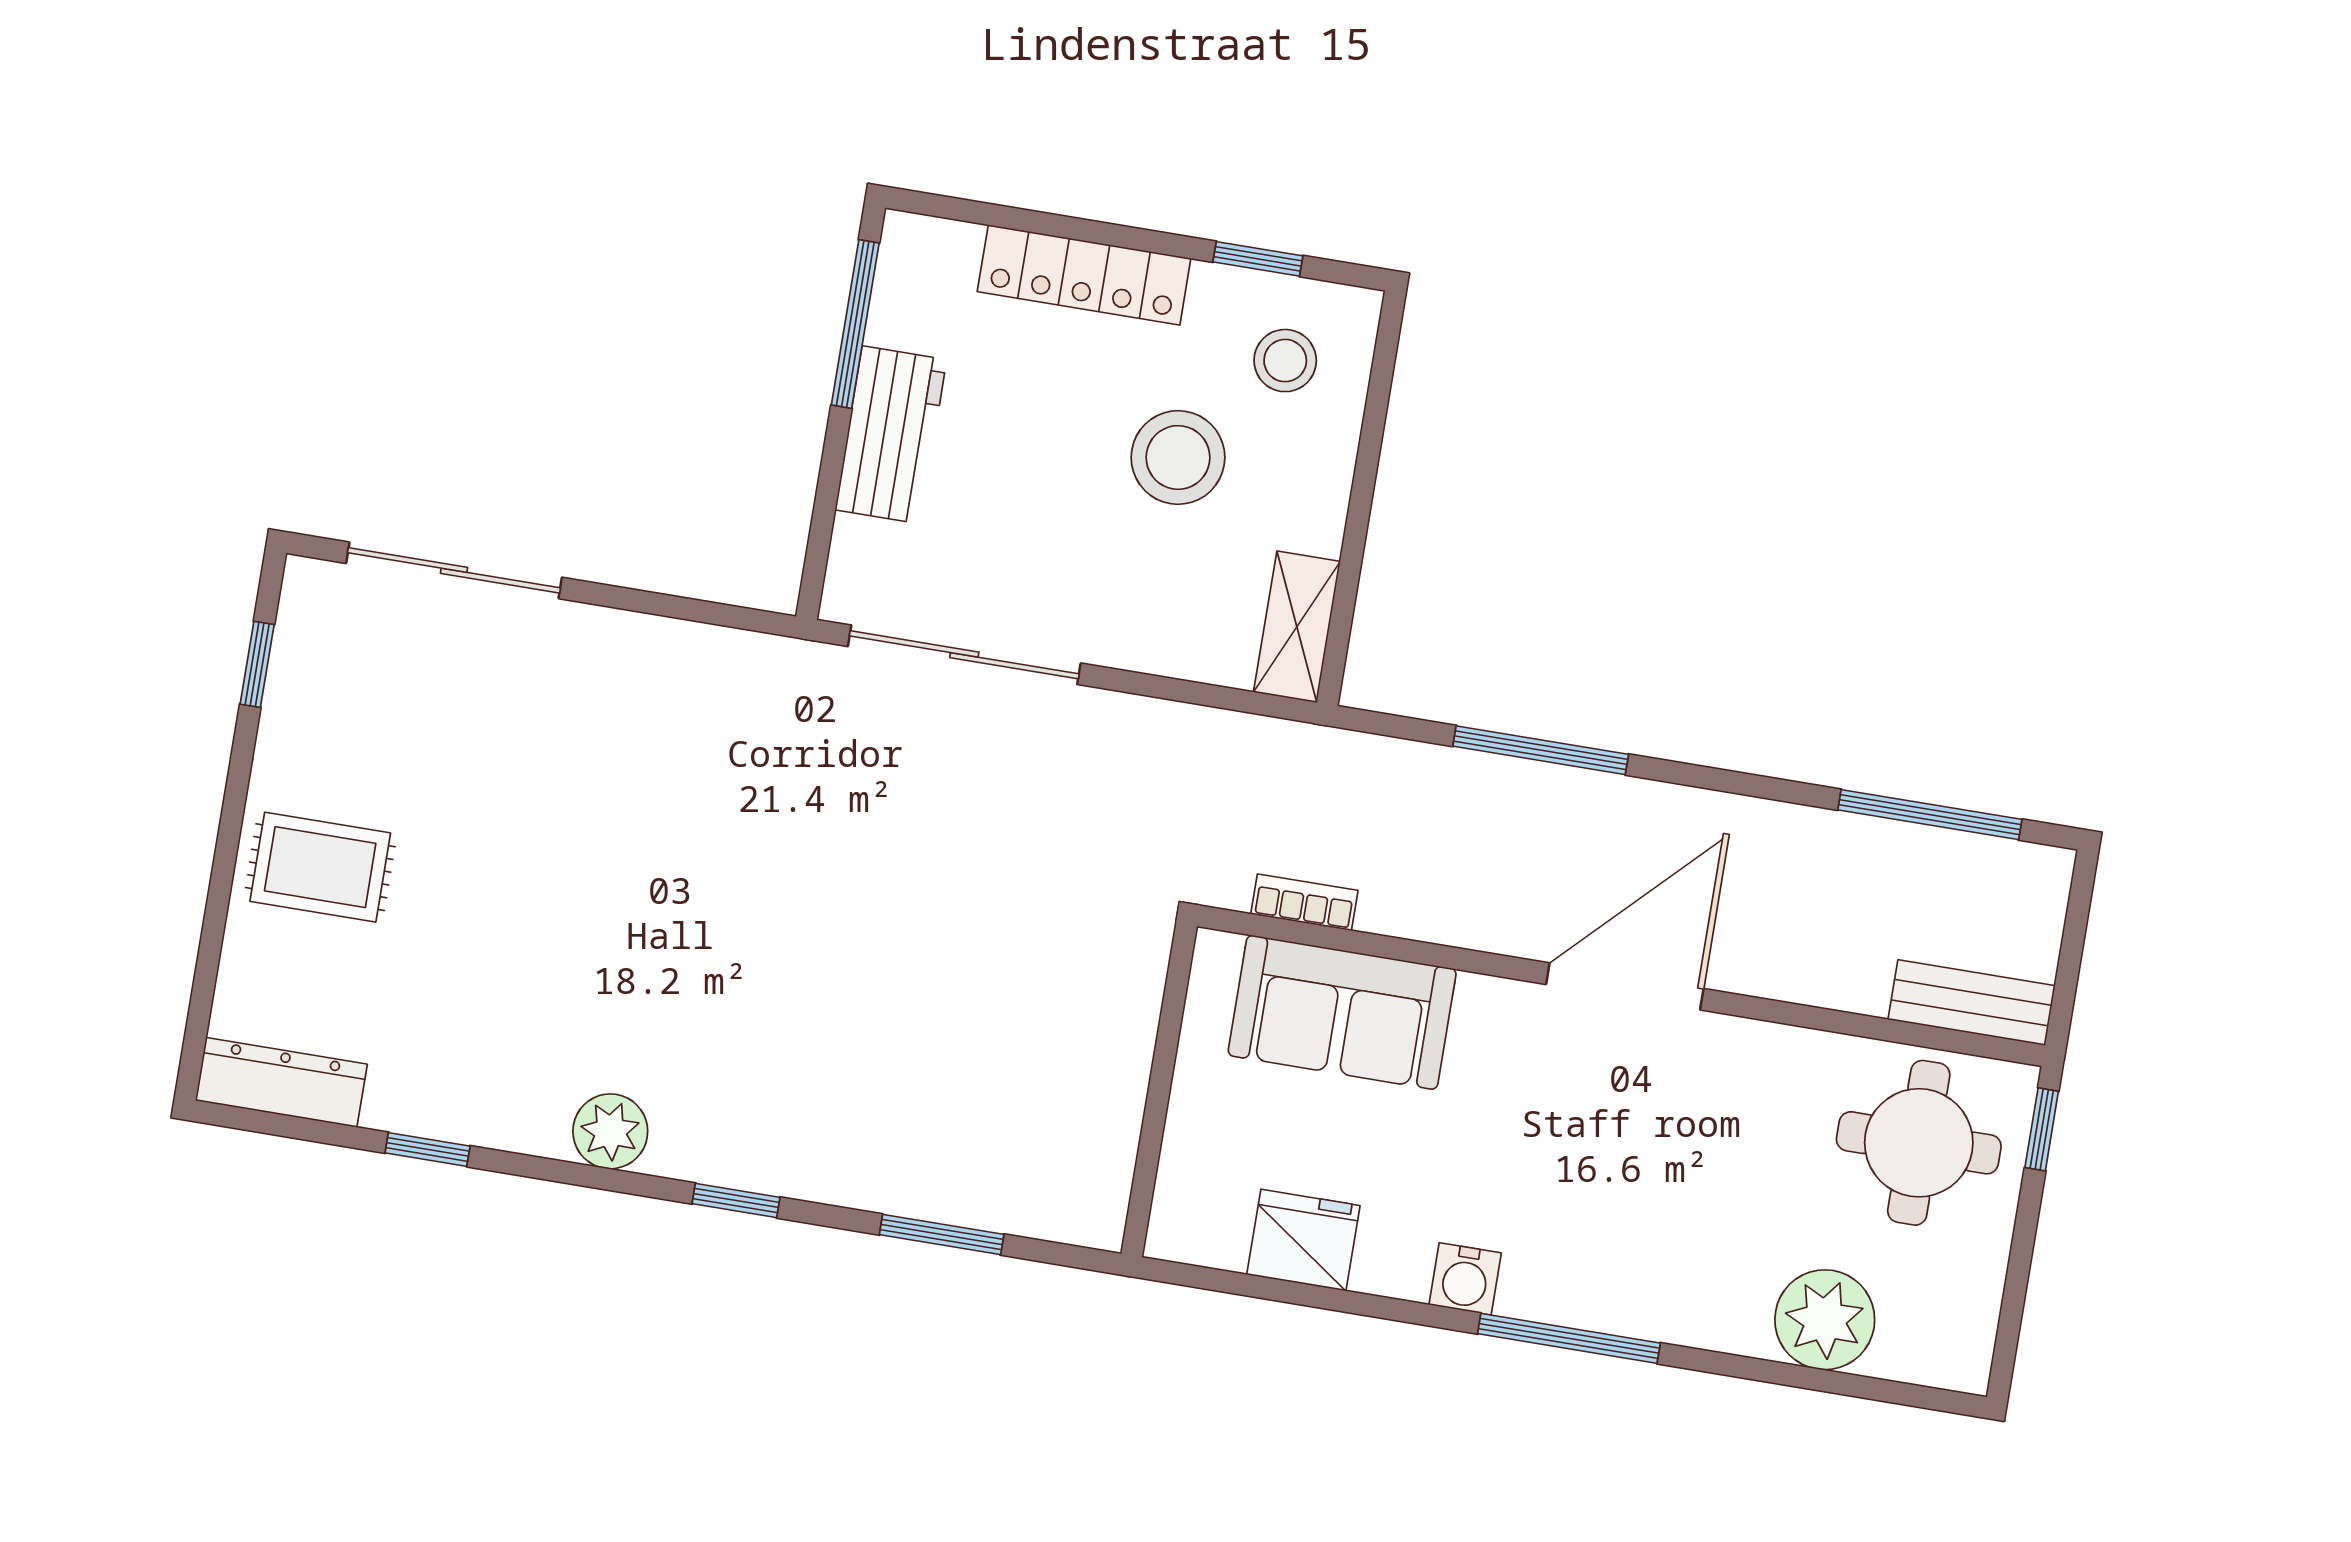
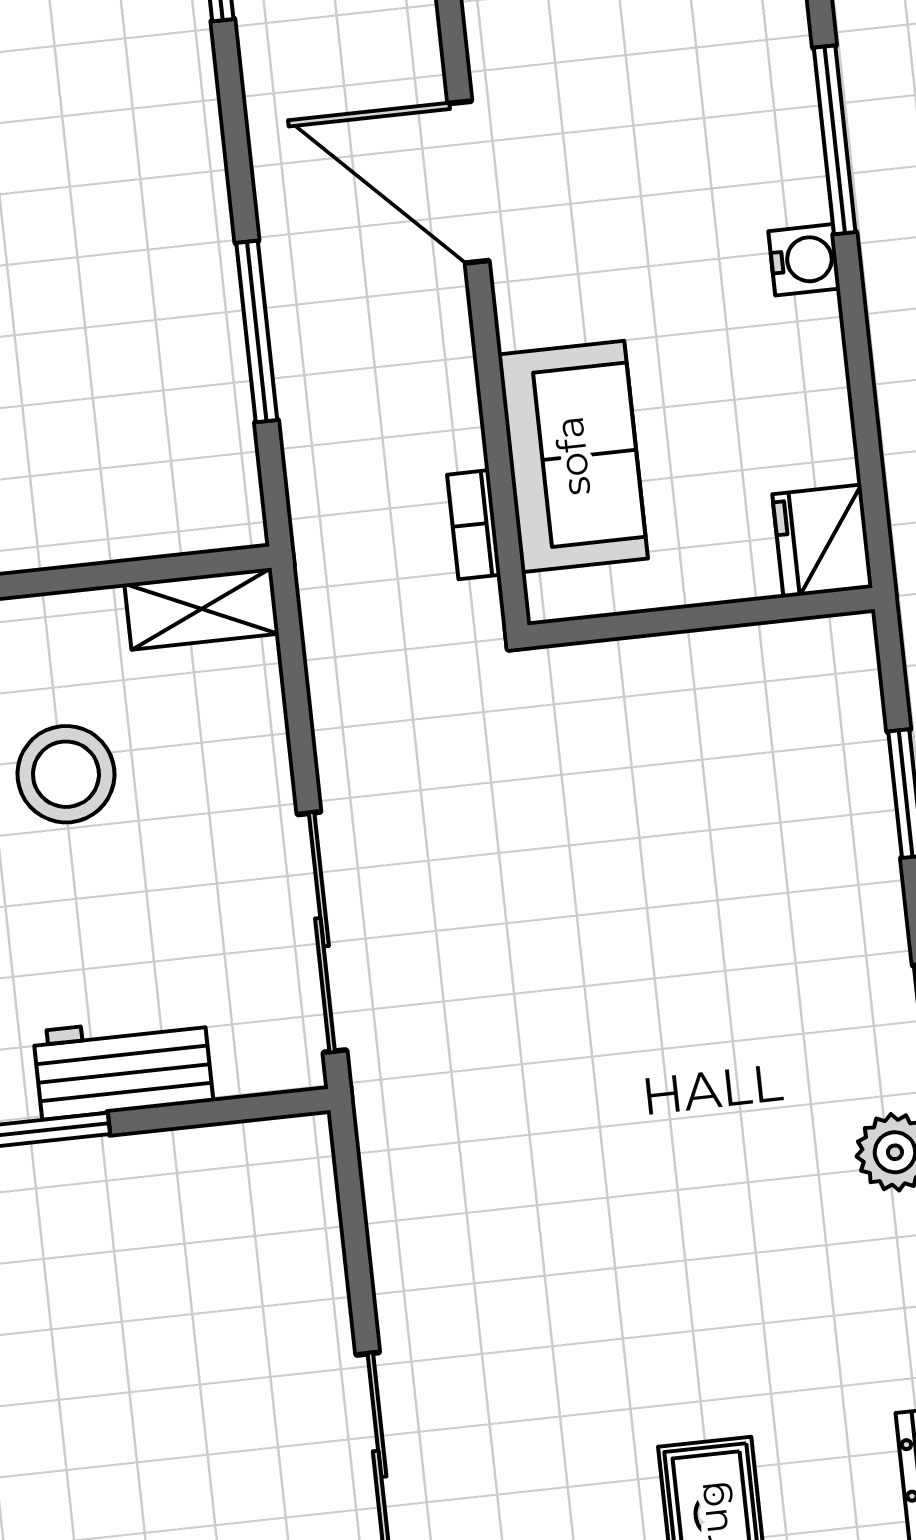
fridge: (1303, 1240) -> (822, 541), moved

